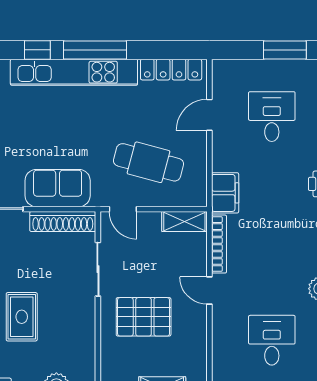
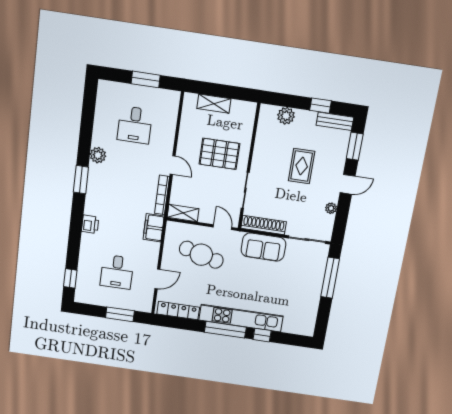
window: (285, 50) -> (120, 314), moved

